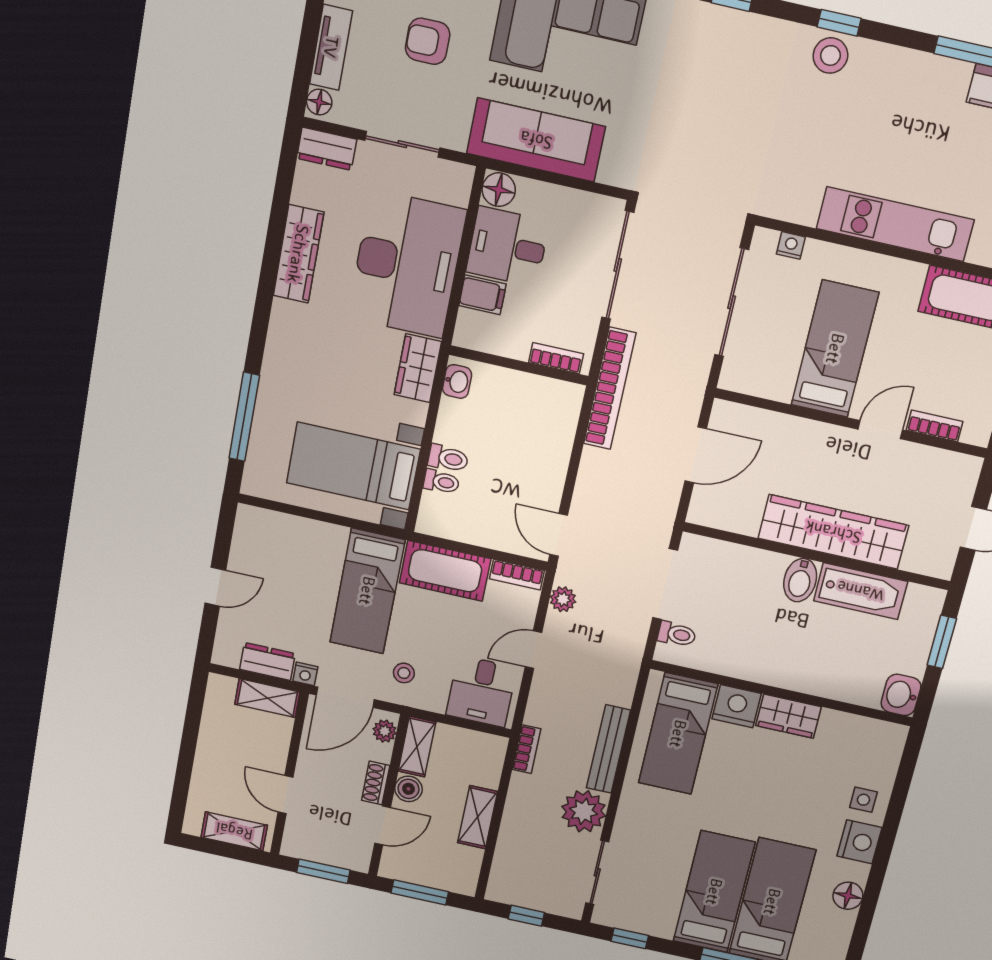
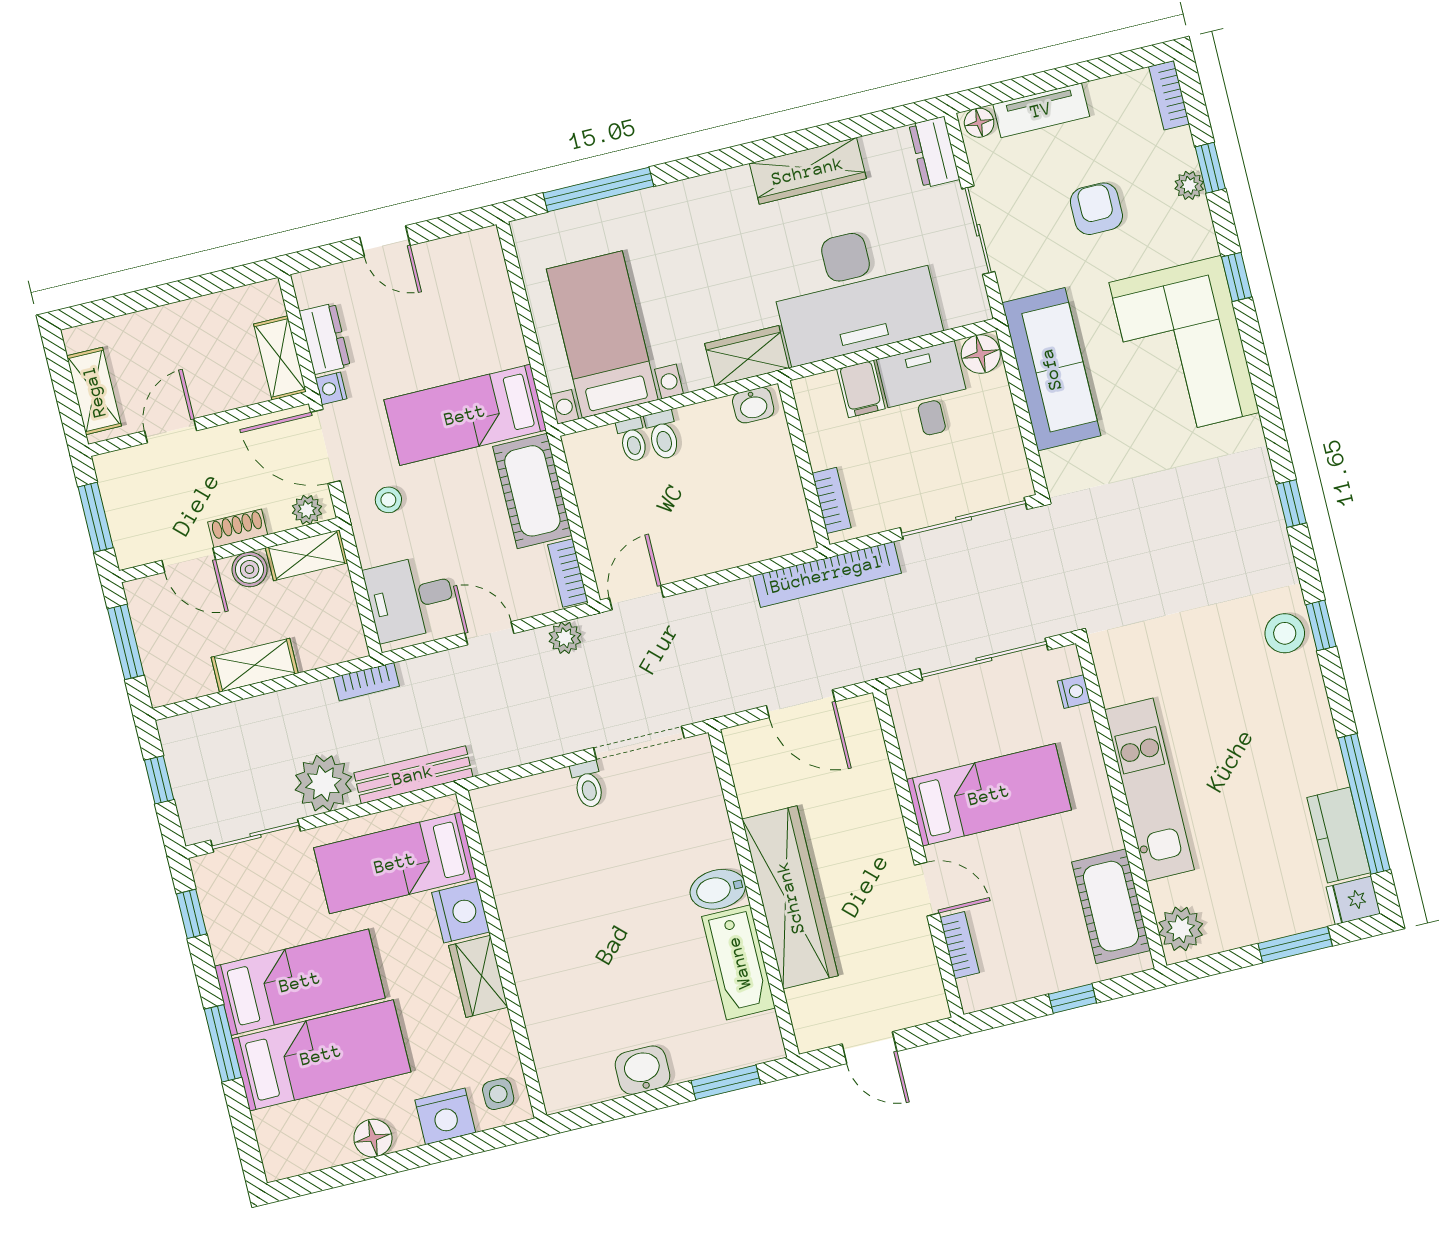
wall: (781, 693) -> (501, 954), moved
nightstand: (737, 706) -> (461, 912), moved
wardrobe: (789, 716) -> (478, 976), moved
bed: (678, 734) -> (395, 863), moved

